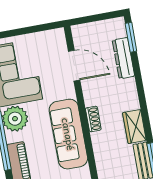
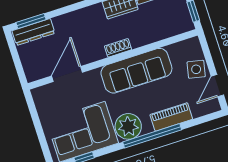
dresser: (123, 58) -> (33, 32), moved

